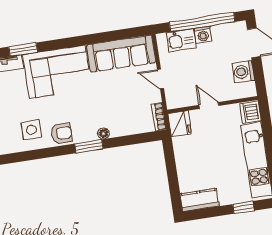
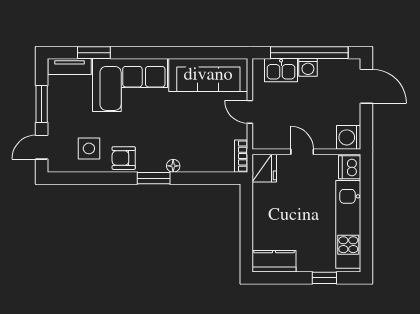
washing machine: (243, 72) -> (349, 137), moved
armchair: (61, 133) -> (124, 158), turned 180

